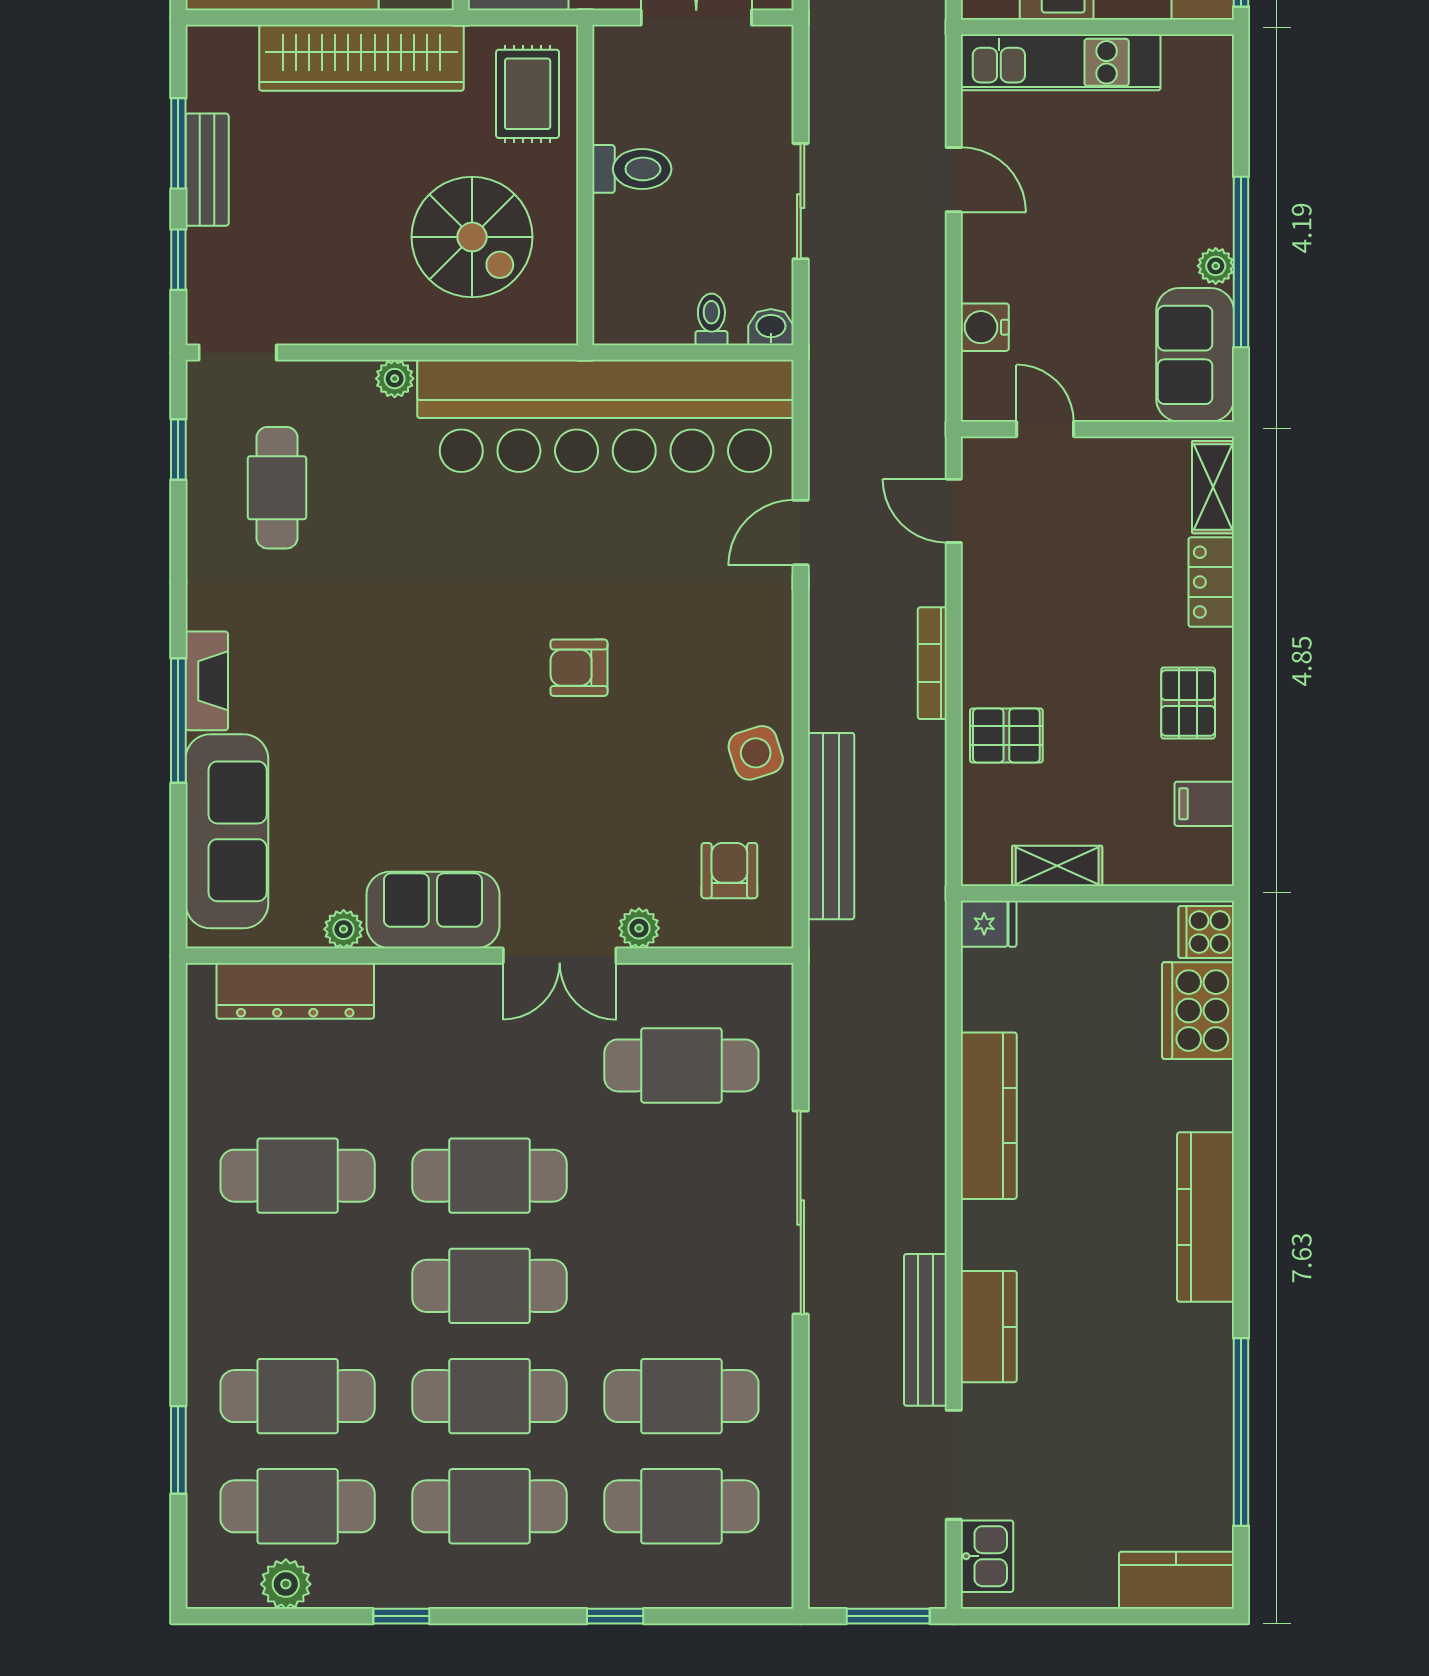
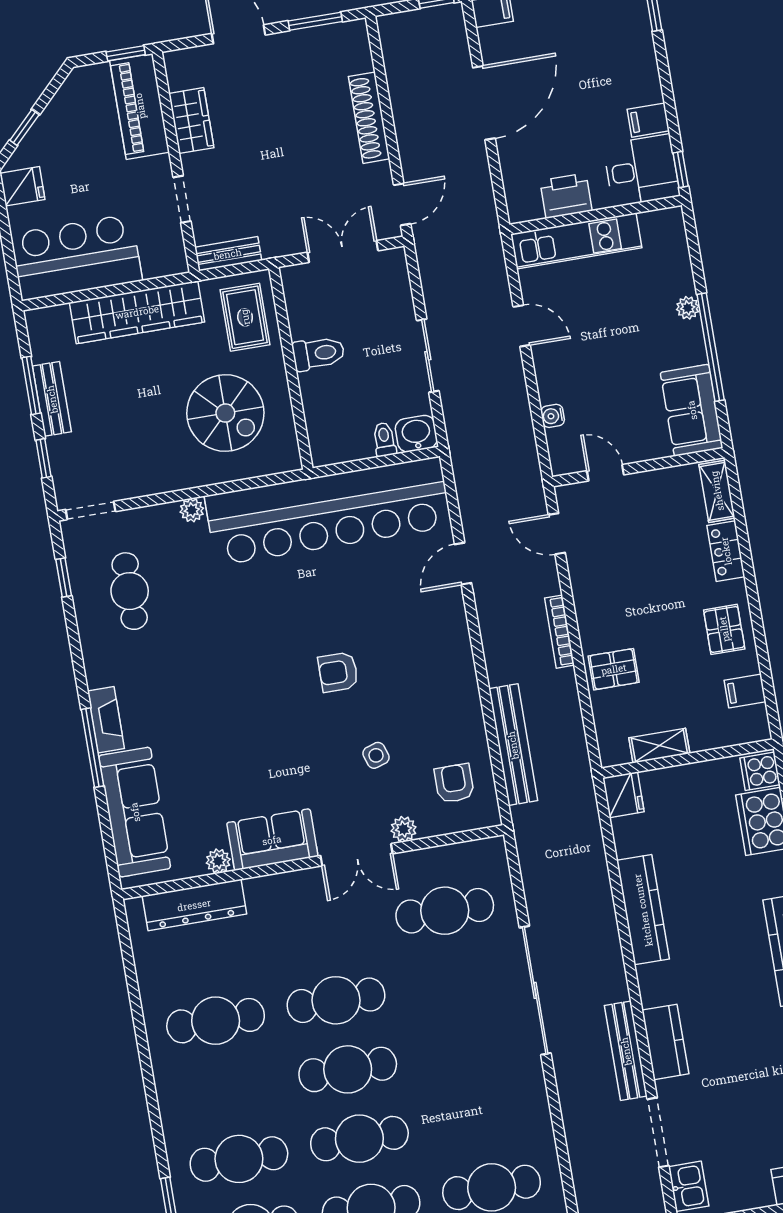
plant: (1216, 266) -> (688, 308), moved
washbasin: (771, 327) -> (416, 434), width x1.38, depth x1.45
water cooler: (985, 327) -> (553, 416), width x0.72, depth x0.72
side table: (756, 753) -> (376, 755), moved, width x0.73, depth x0.73
fridge: (989, 924) -> (623, 795), width x1.38
cafe table: (681, 1396) -> (480, 1118), removed

